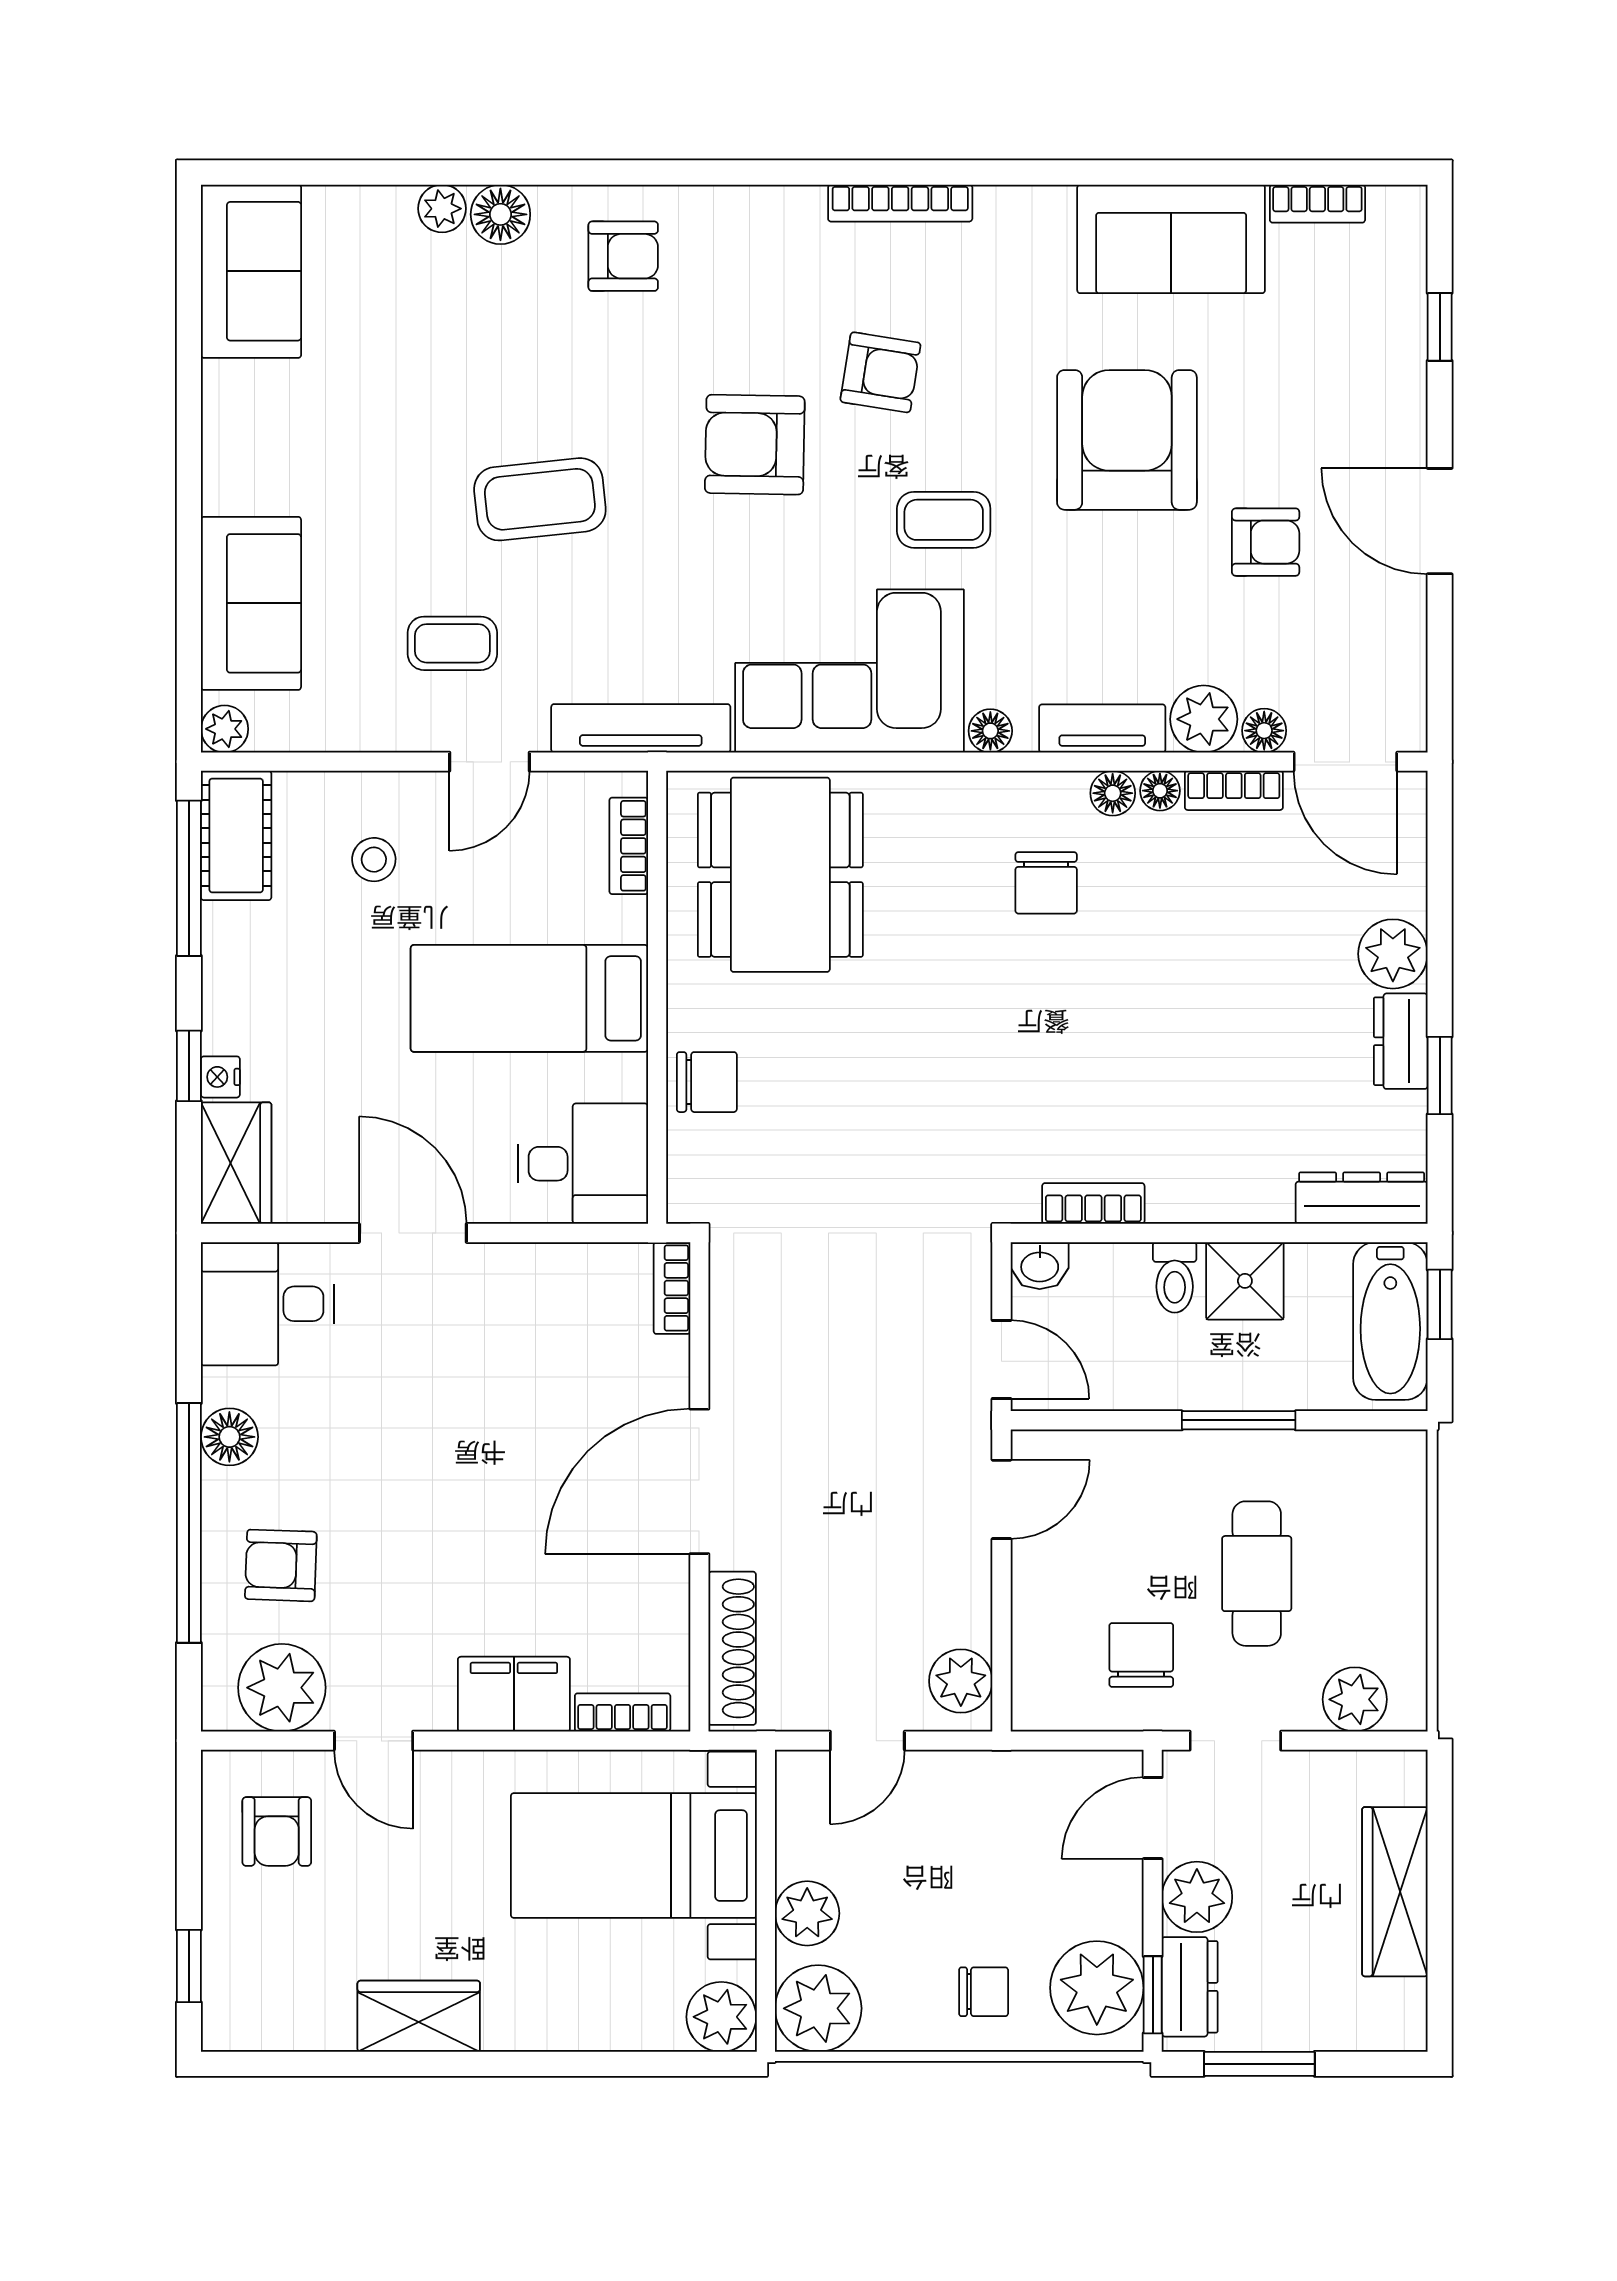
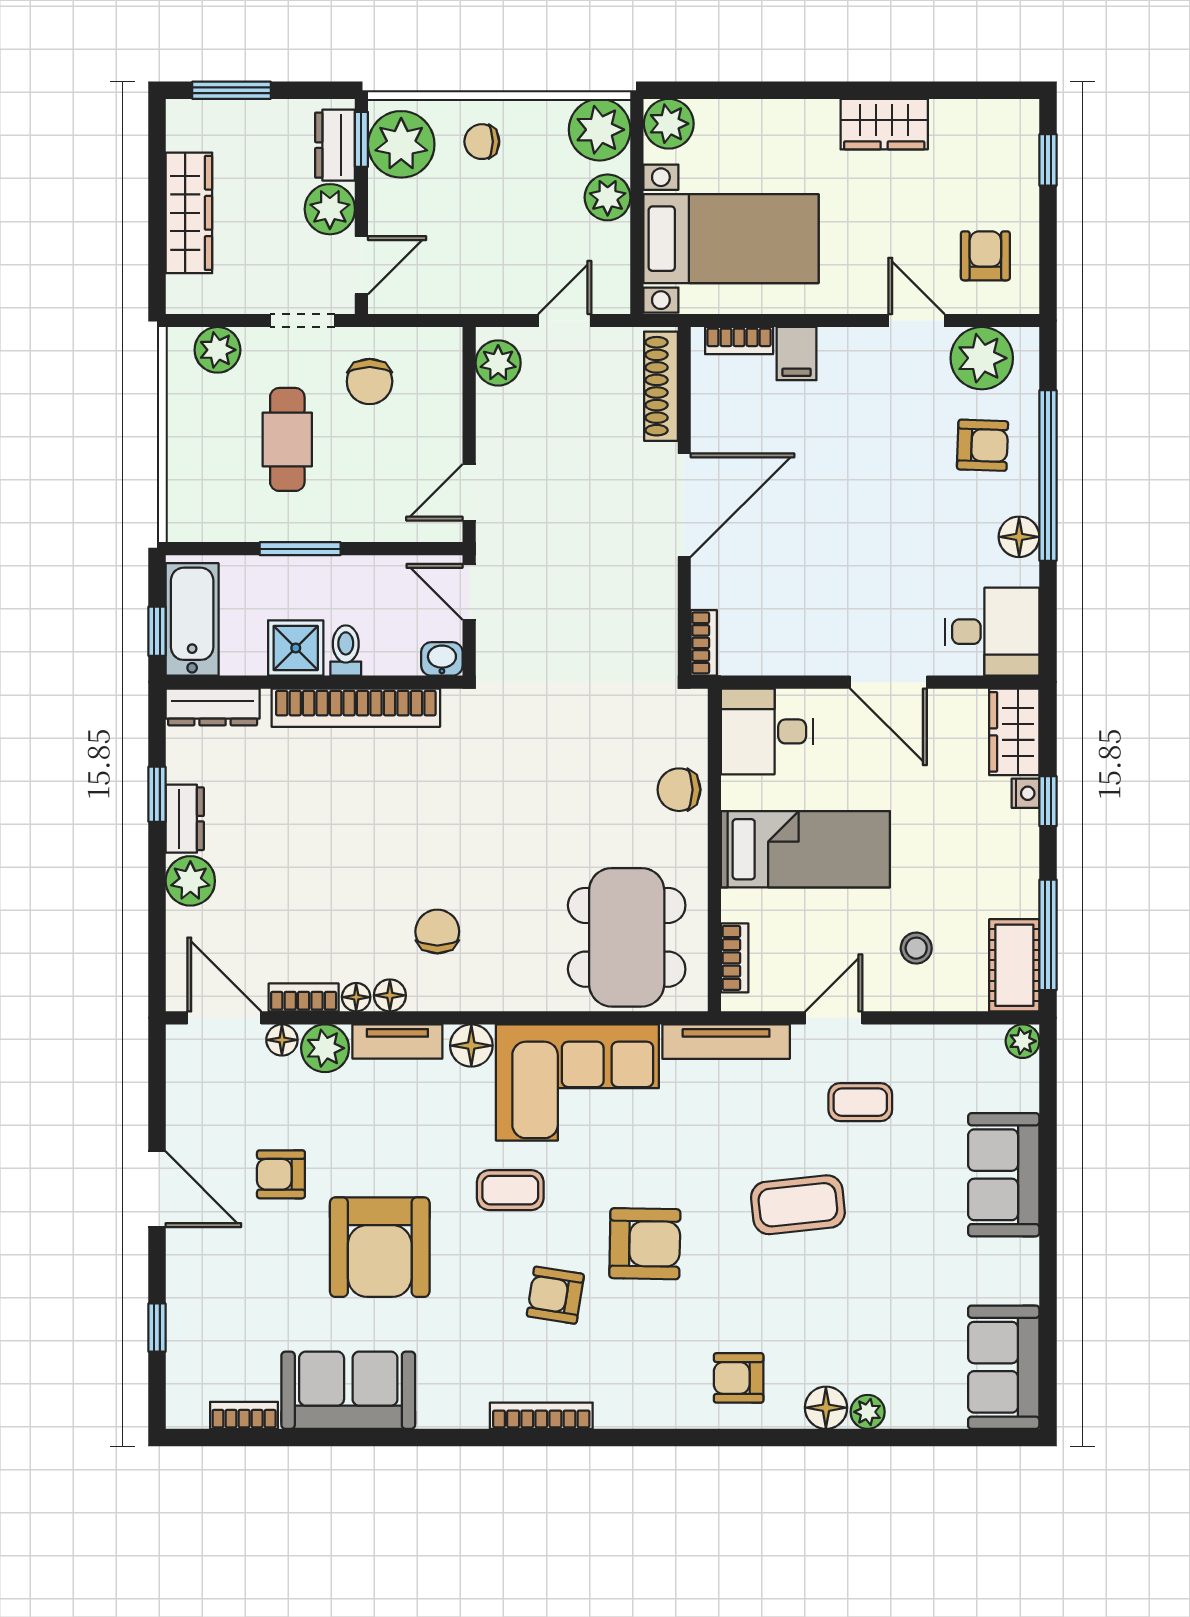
sofa: (251, 603) -> (1004, 1175), moved
floor lamp: (990, 731) -> (471, 1046), width x1.37, depth x1.37
bookcase: (1093, 1203) -> (356, 708), width x2.31, depth x1.31
filing cabinet: (514, 1694) -> (796, 354), width x0.50
window: (1259, 2064) -> (232, 90), moved

